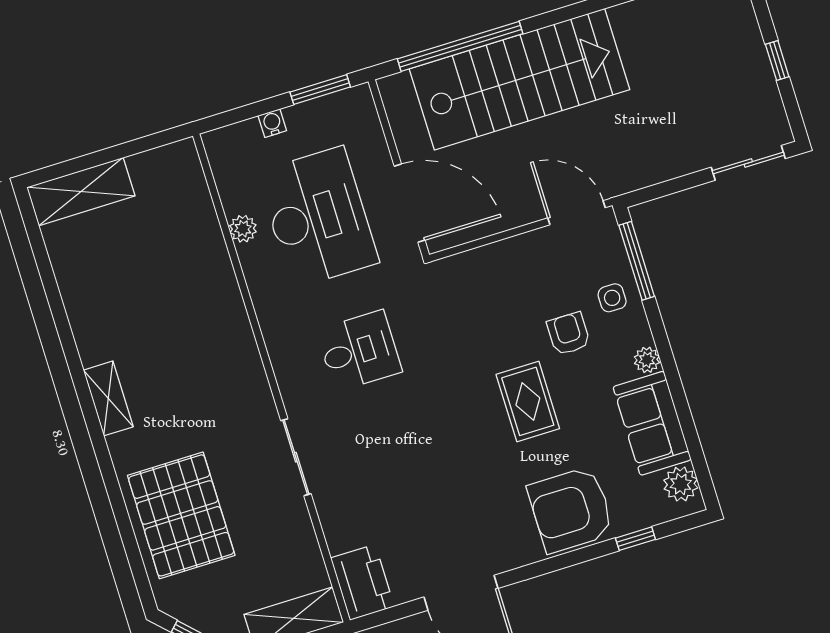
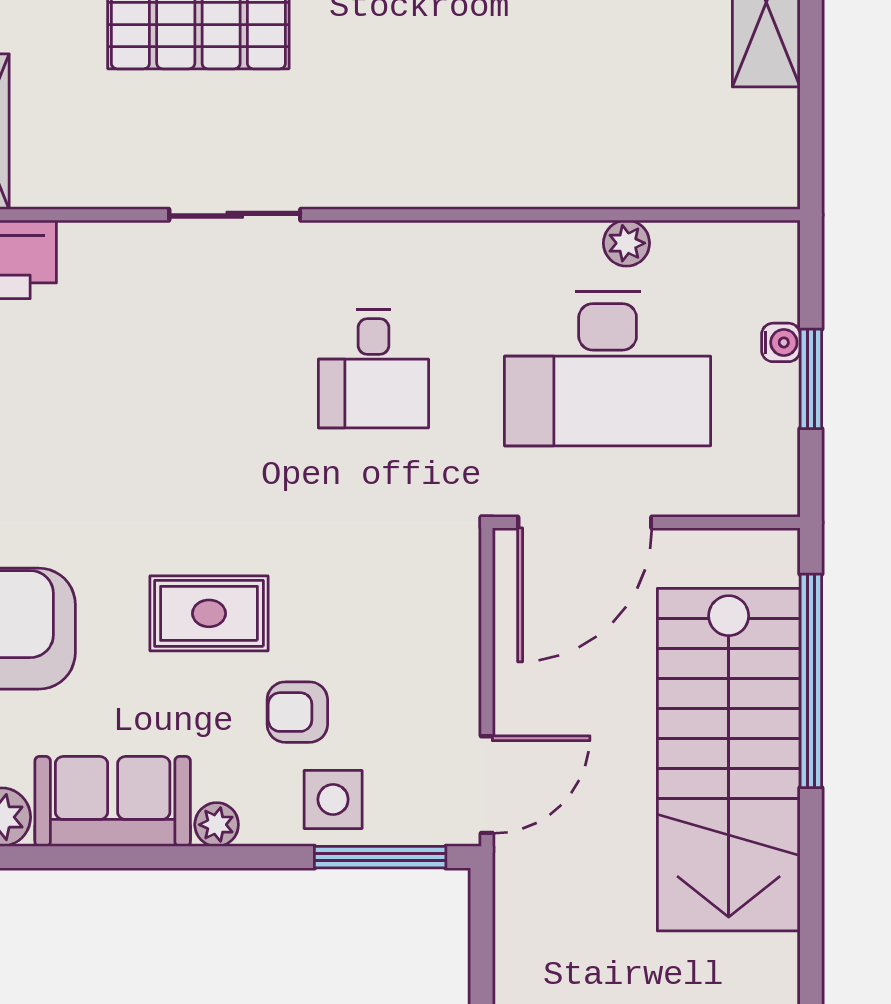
window: (320, 90) -> (811, 379), moved
side table: (612, 298) -> (333, 799), width x1.37, depth x1.37
armchair: (569, 334) -> (297, 712), turned 180

